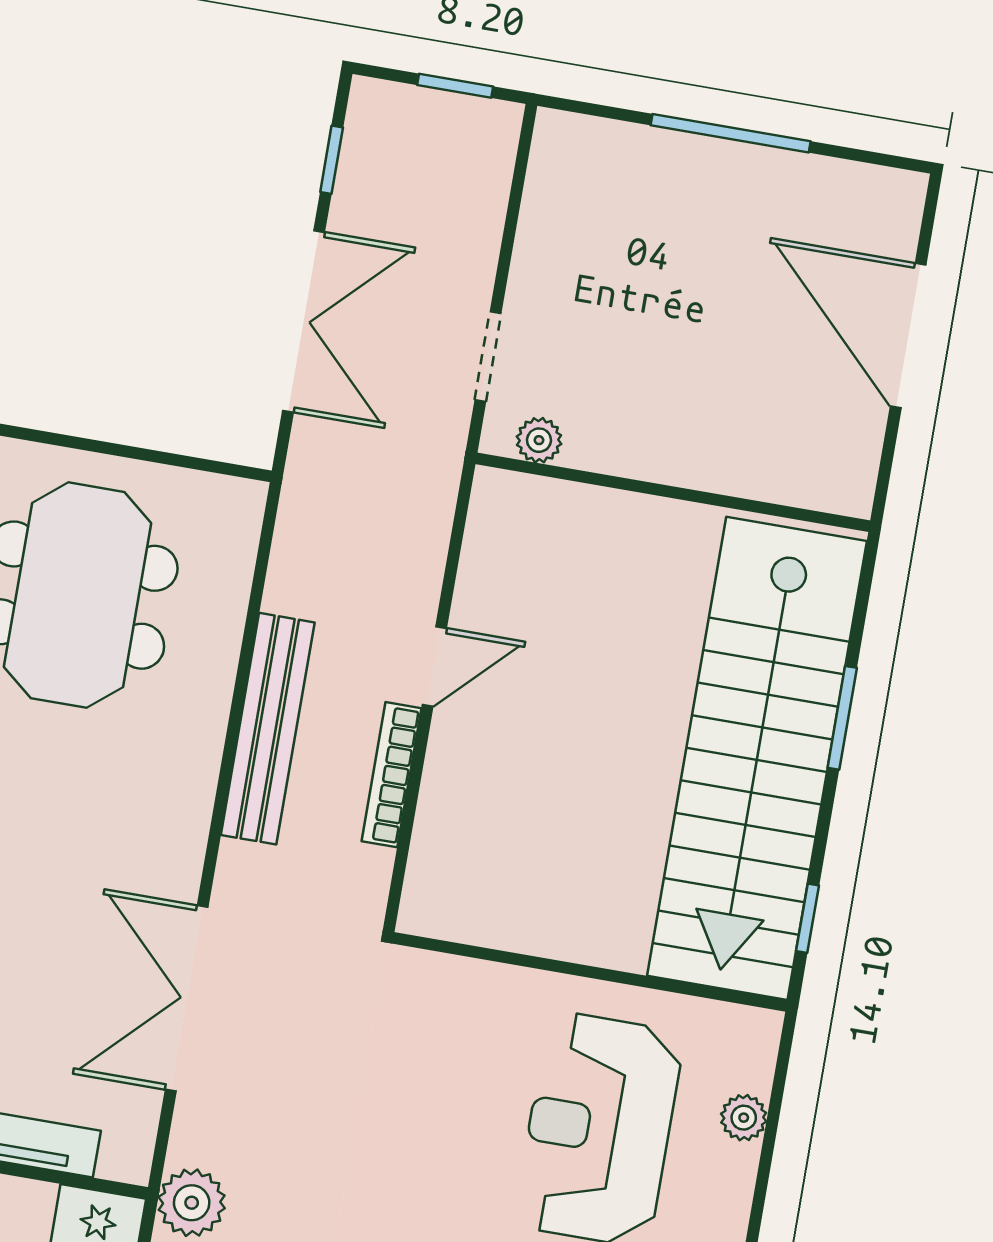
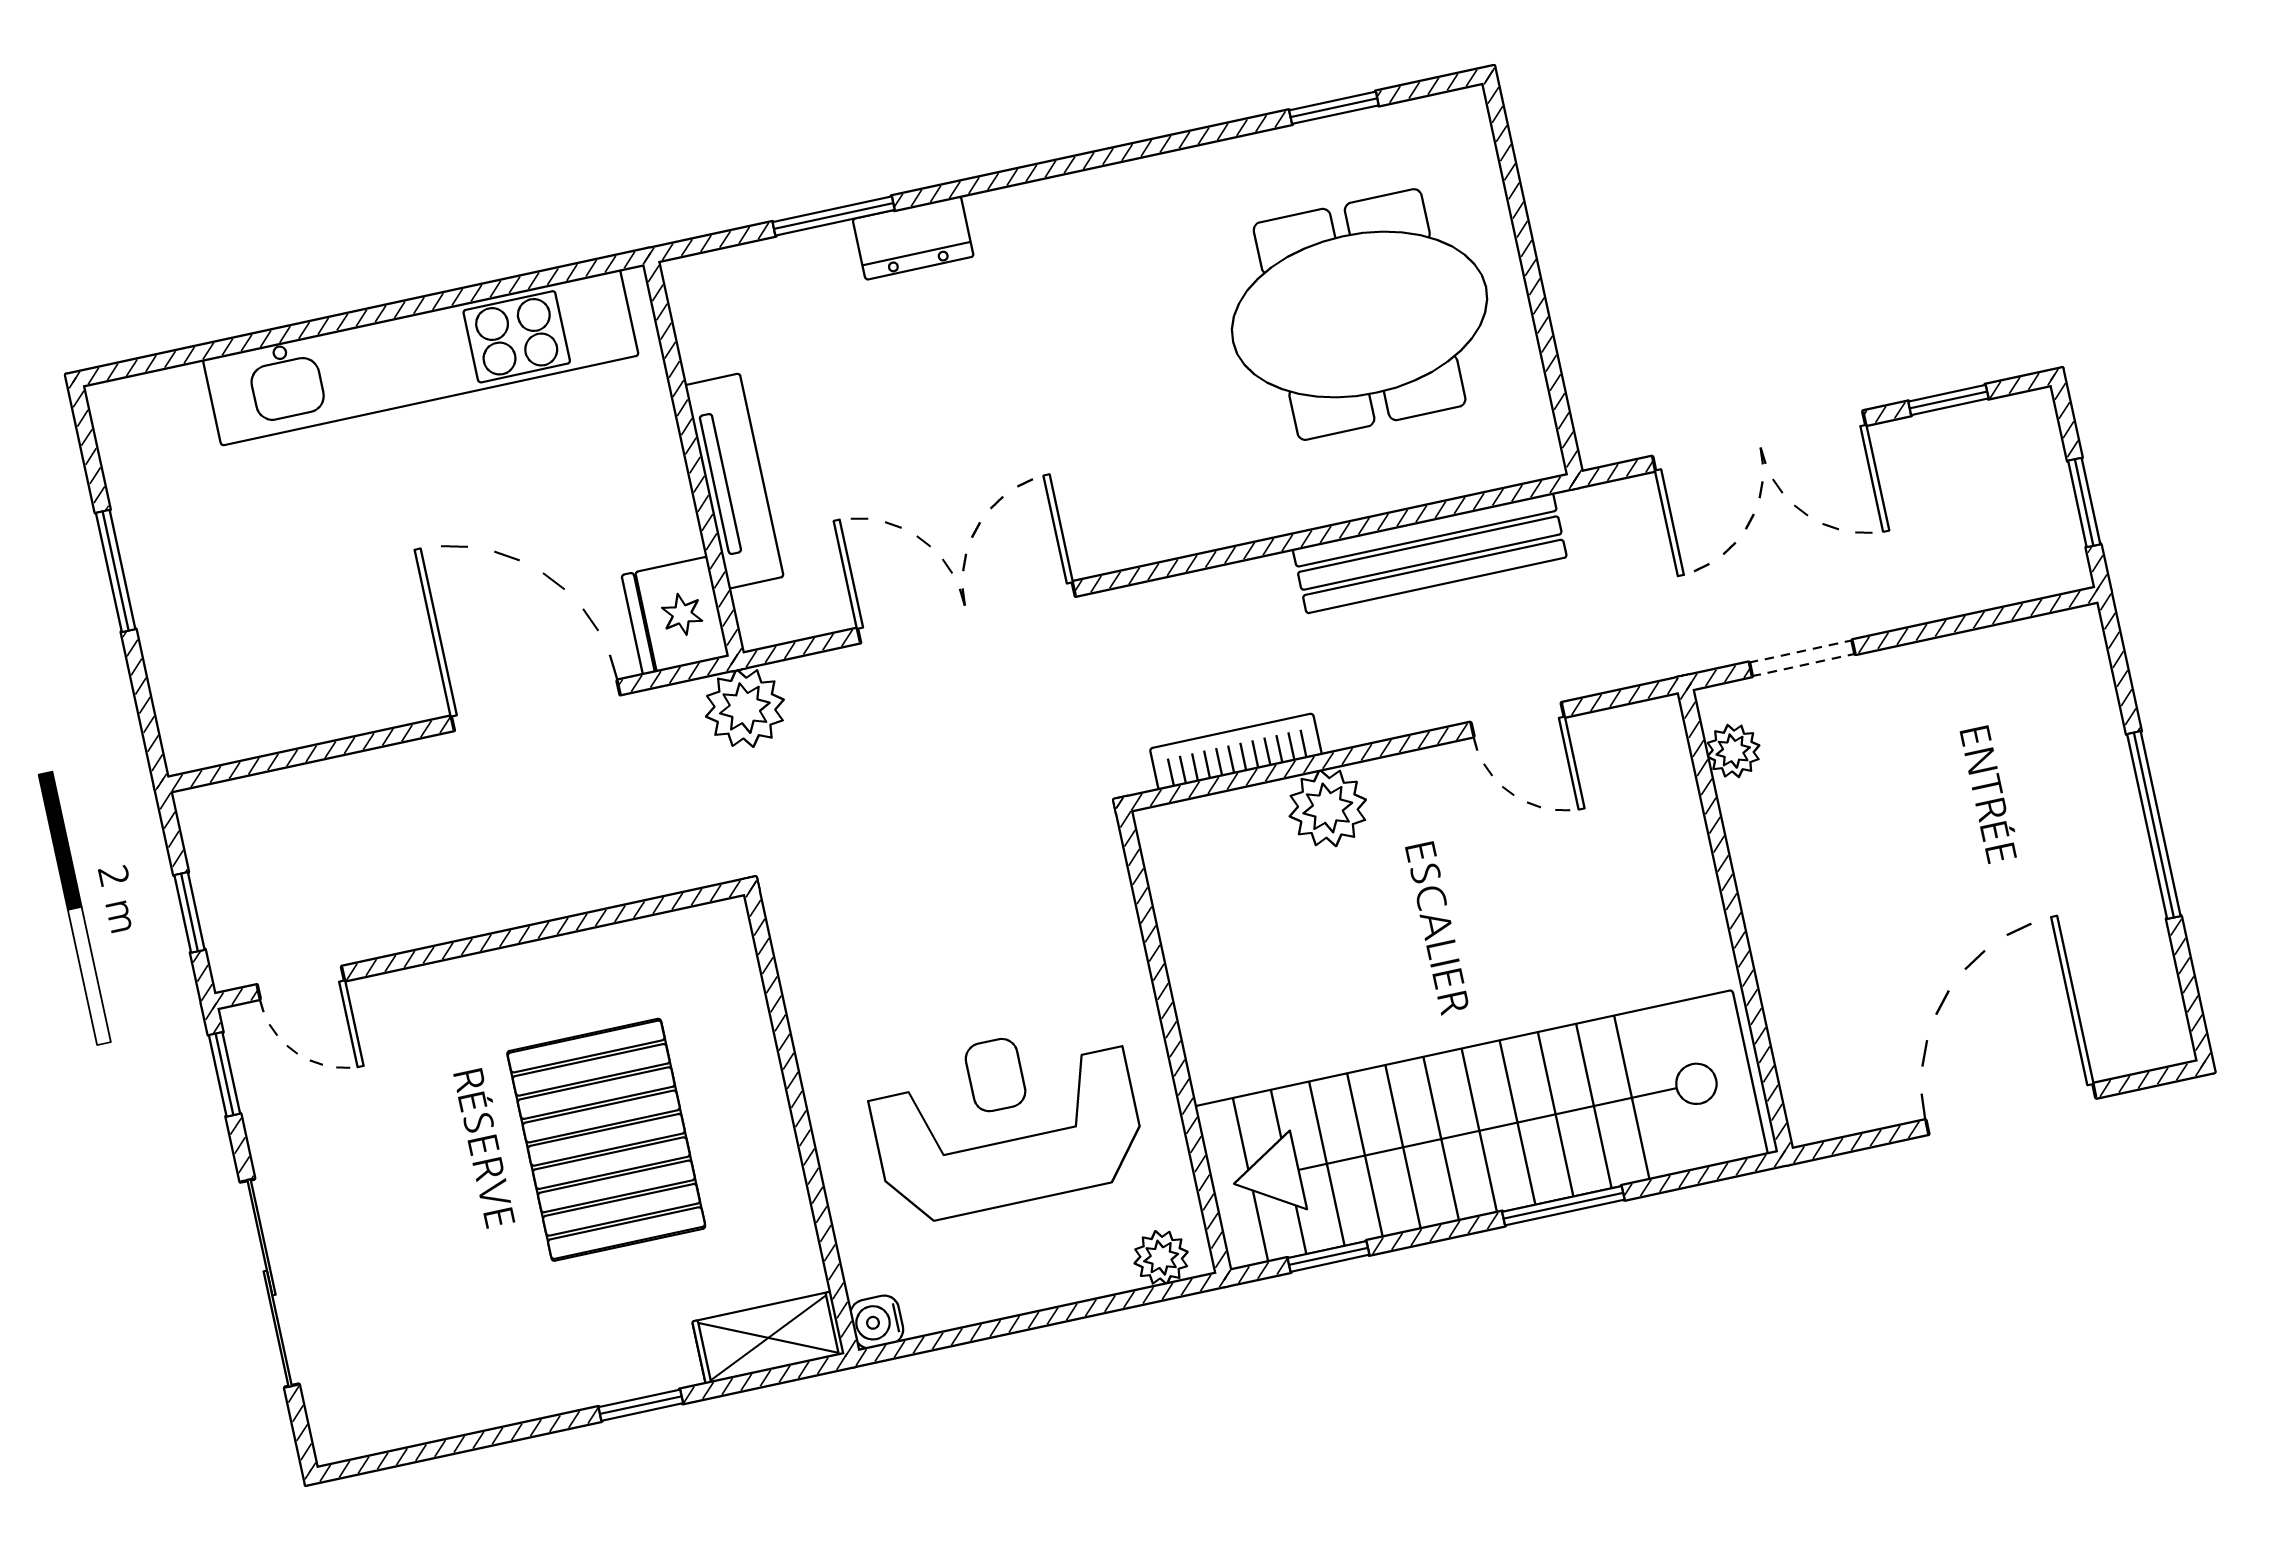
door: (434, 666) -> (1518, 720), moved
bench: (268, 729) -> (1430, 553), moved
bookcase: (391, 775) -> (1236, 752), moved
plant: (455, 777) -> (1328, 808), added
plant: (744, 1118) -> (1161, 1258), moved

